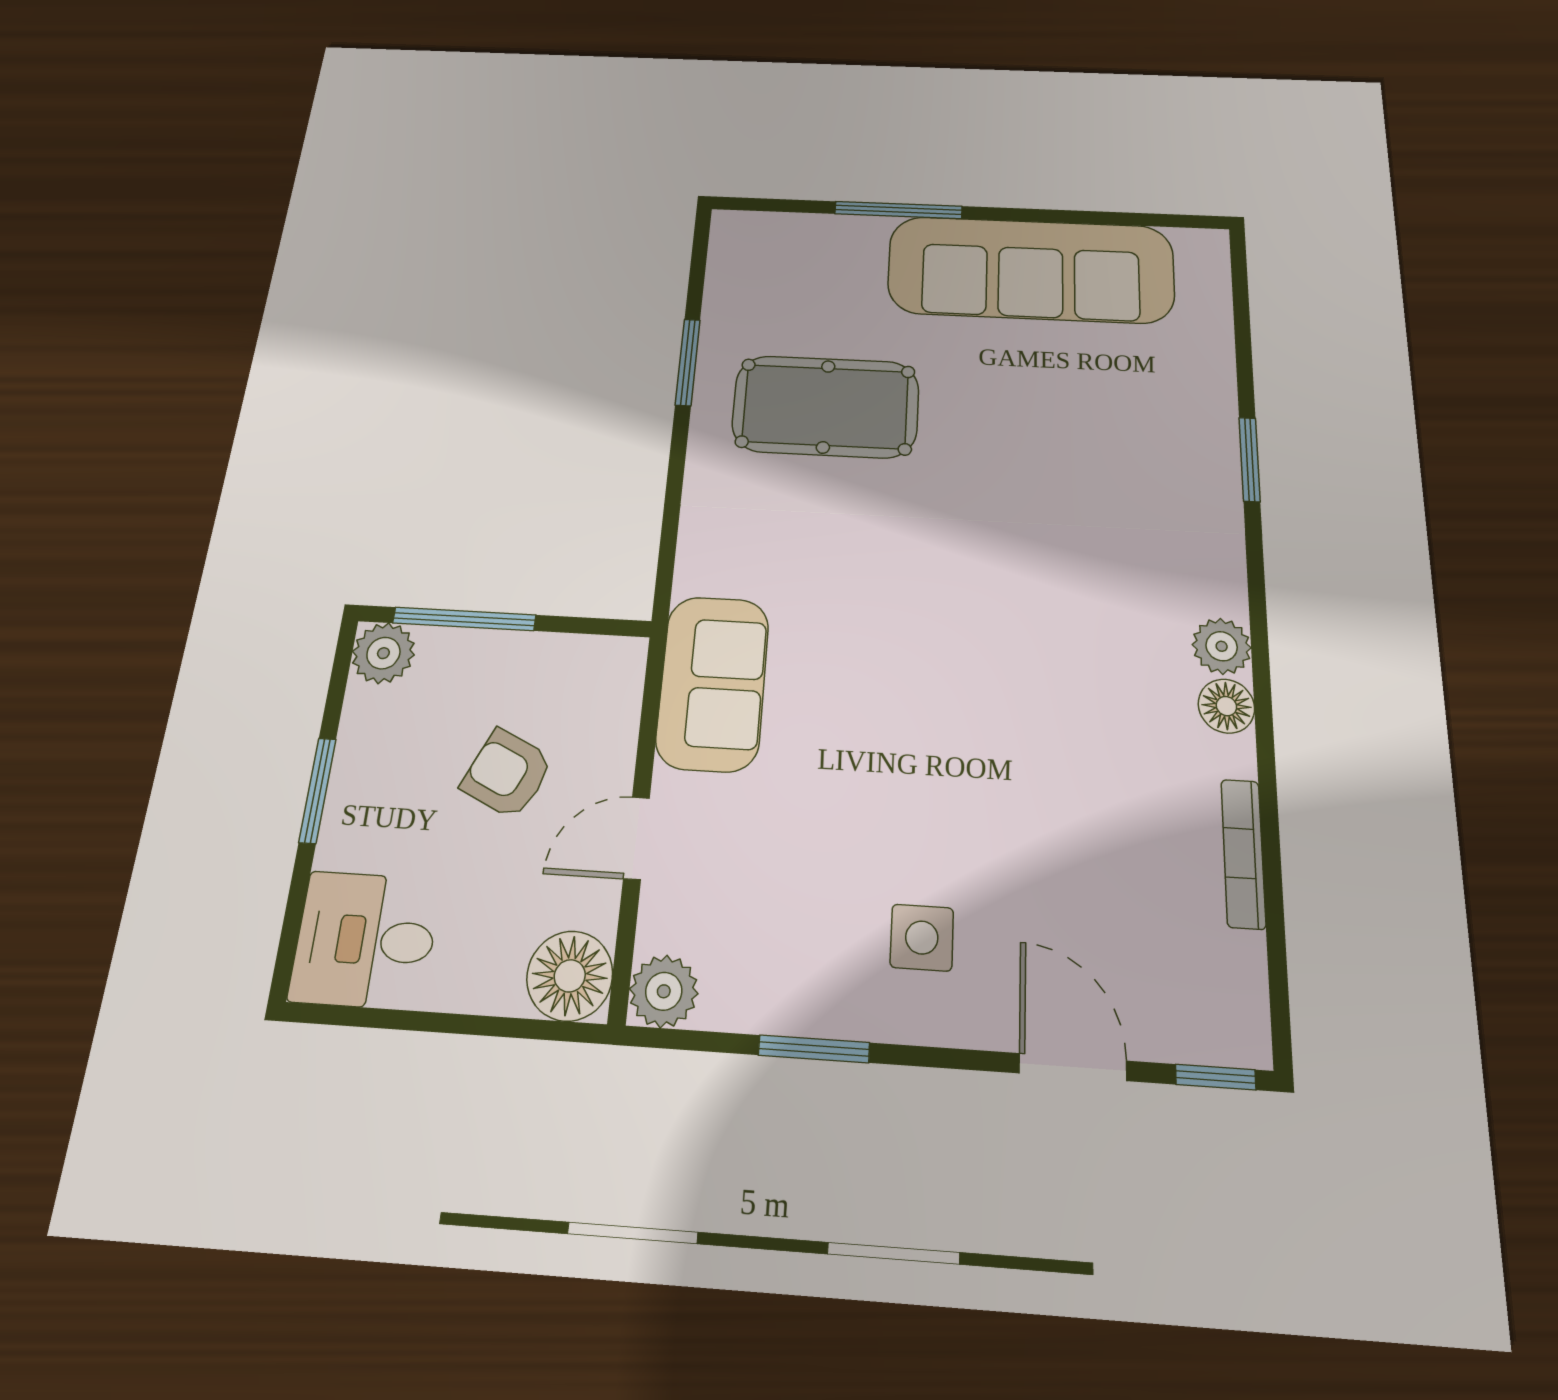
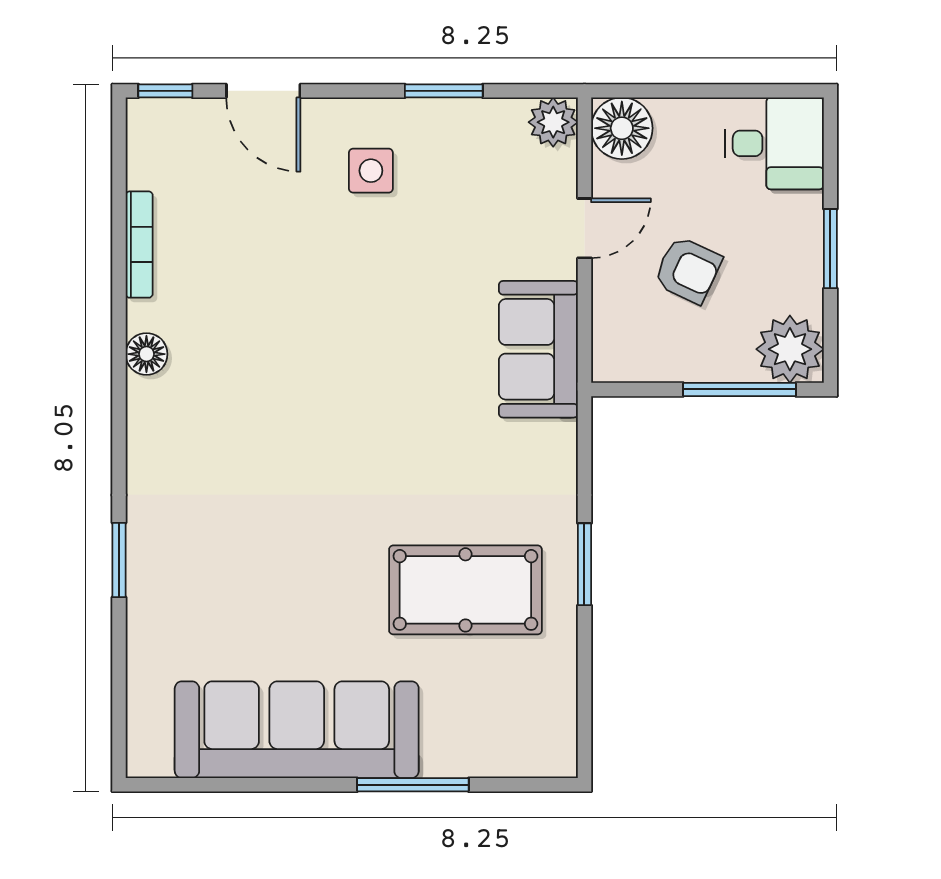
window: (688, 362) -> (584, 564), moved
plant: (1222, 646) -> (148, 401), removed
plant: (383, 653) -> (790, 349), width x1.36, depth x1.36

